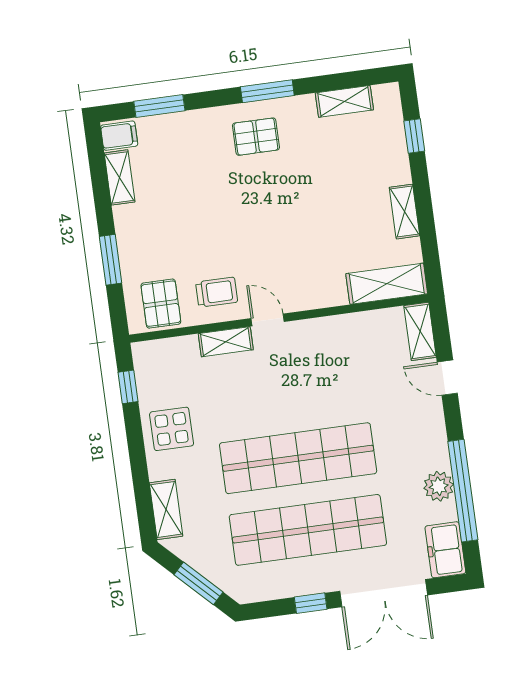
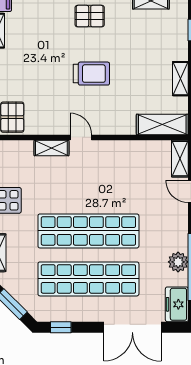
trolley: (217, 292) -> (91, 74), moved, width x1.36, depth x1.39
window: (311, 603) -> (61, 327), moved

